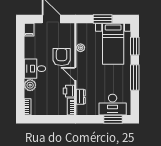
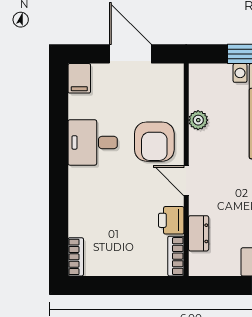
armchair: (62, 57) -> (154, 142), turned 180
desk: (35, 69) -> (93, 142), moved
plant: (30, 85) -> (82, 207), removed

